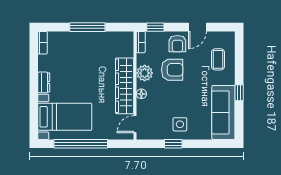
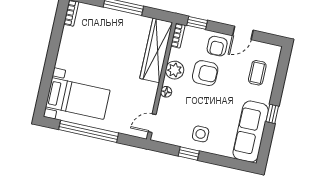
dresser: (44, 82) -> (63, 56), removed
wardrobe: (125, 86) -> (156, 50), moved

